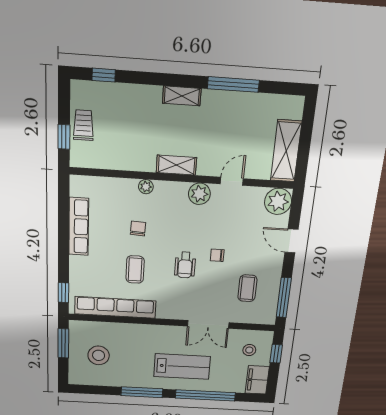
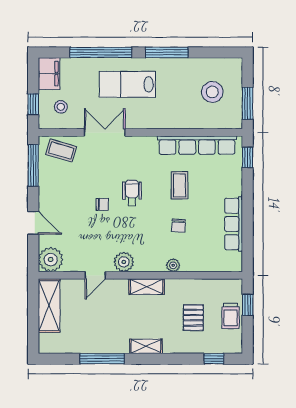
pallet: (126, 126) -> (193, 318), added
coffee table: (247, 288) -> (61, 151), moved, turned -74

